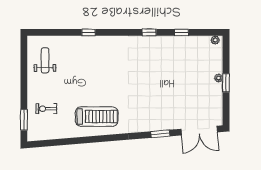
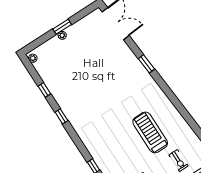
treadmill: (97, 117) -> (150, 132), moved
window: (160, 134) -> (146, 64), moved

